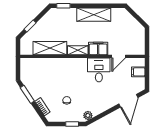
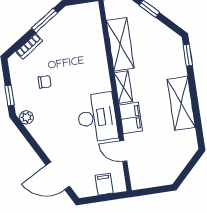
desk: (99, 70) -> (97, 117), width x1.37

